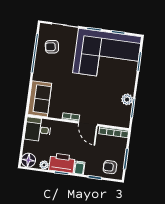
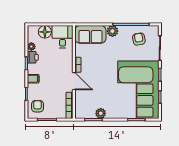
plant: (39, 74) -> (112, 31), added
door: (88, 124) -> (74, 81), swing flipped
floor lamp: (28, 160) -> (45, 32), moved
printer: (62, 163) -> (33, 57), width x0.53, depth x0.68

